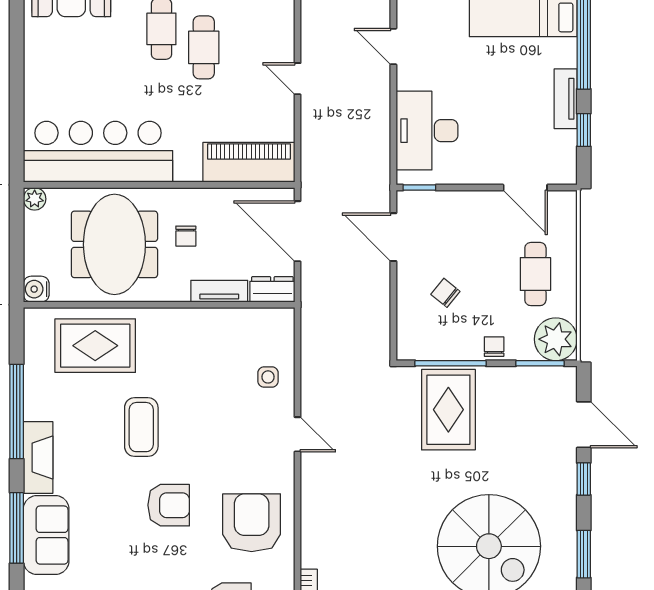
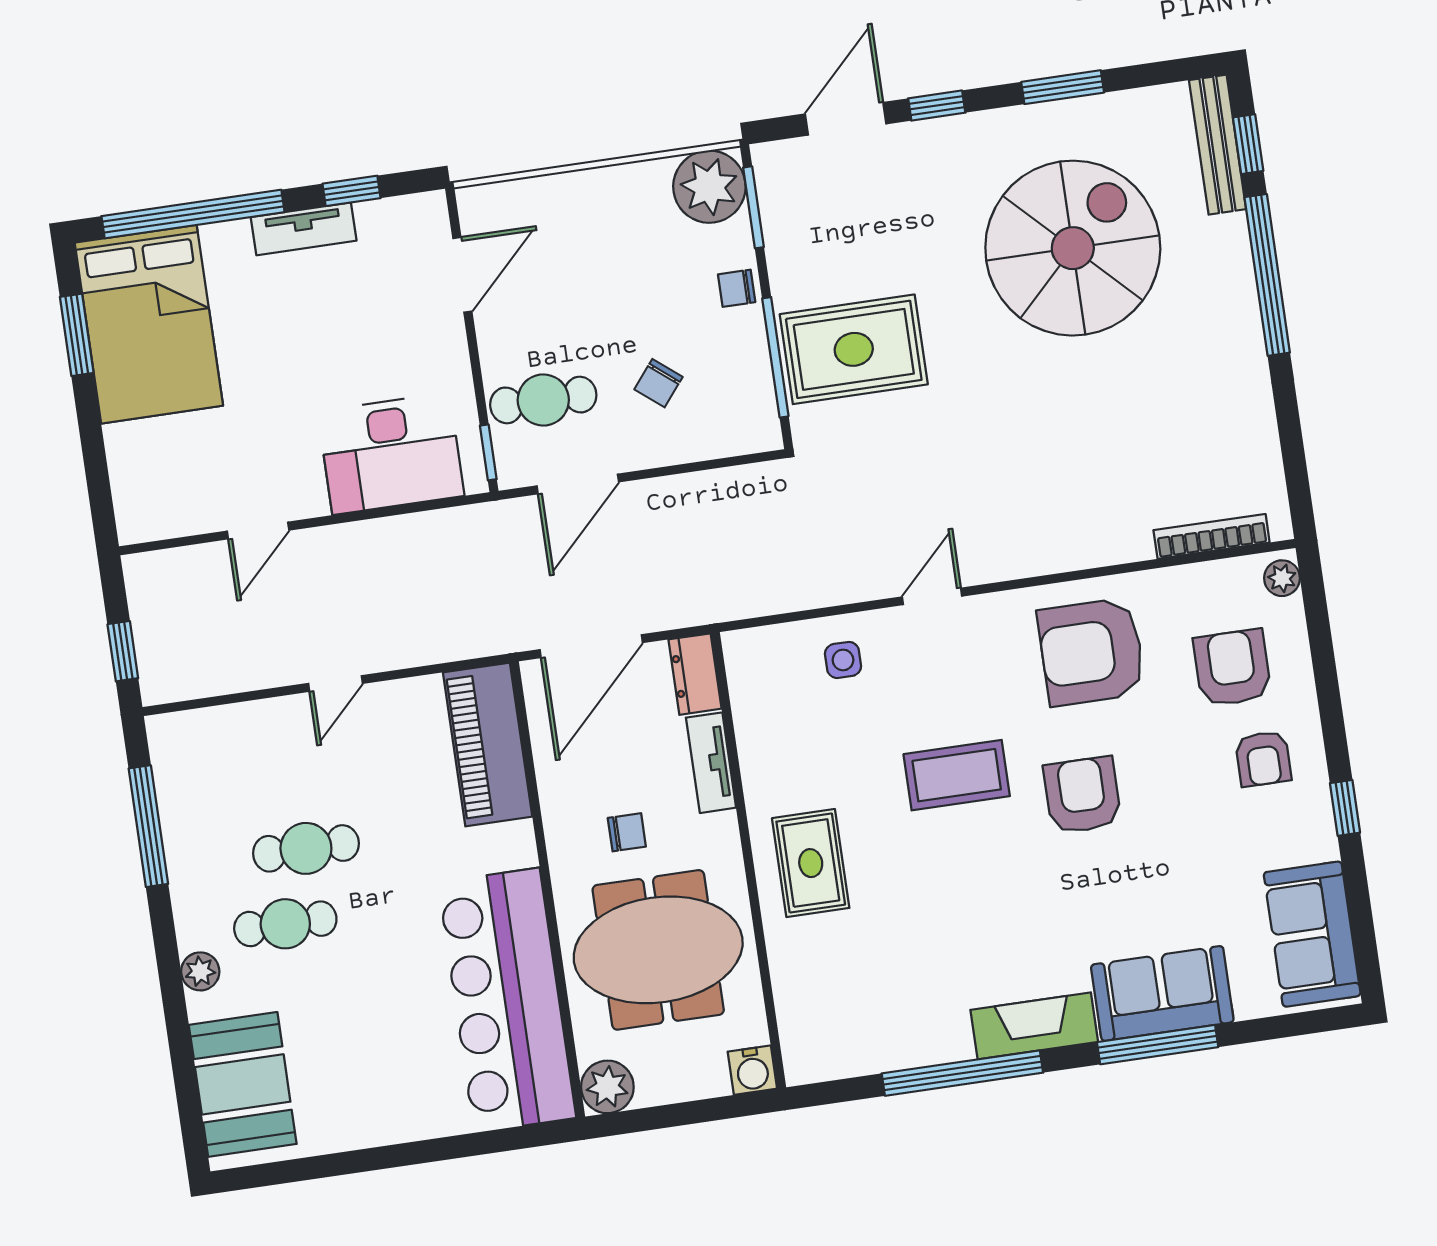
plant: (35, 199) -> (607, 1087), width x1.38, depth x1.38
cafe table: (535, 274) -> (543, 400), moved
rug: (95, 346) -> (811, 863), moved, width x0.73, depth x0.70
coffee table: (141, 427) -> (957, 775), moved

